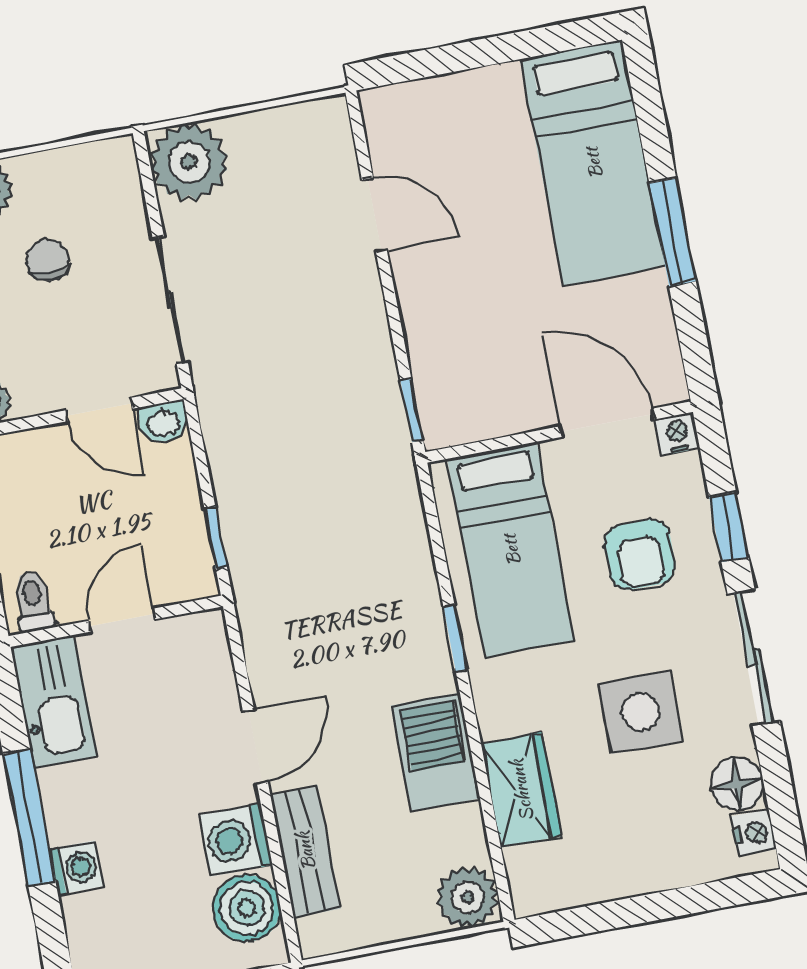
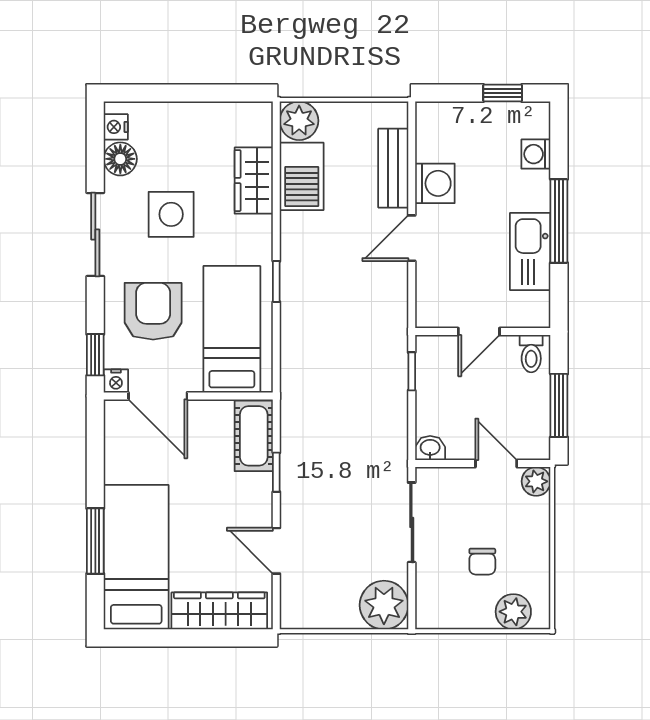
wardrobe: (446, 103) -> (219, 611), added
window: (673, 232) -> (95, 541), moved
cot: (444, 389) -> (254, 436), added
door: (99, 410) -> (496, 464), moved
window: (412, 410) -> (276, 472), moved
window: (729, 527) -> (95, 355), moved
armchair: (640, 554) -> (153, 311), width x1.38, depth x1.38
kitchen sink: (54, 701) -> (530, 251), moved
barbecue: (436, 752) -> (302, 176), moved
washing machine: (76, 868) -> (536, 154), moved
boiler: (247, 908) -> (436, 140), removed

